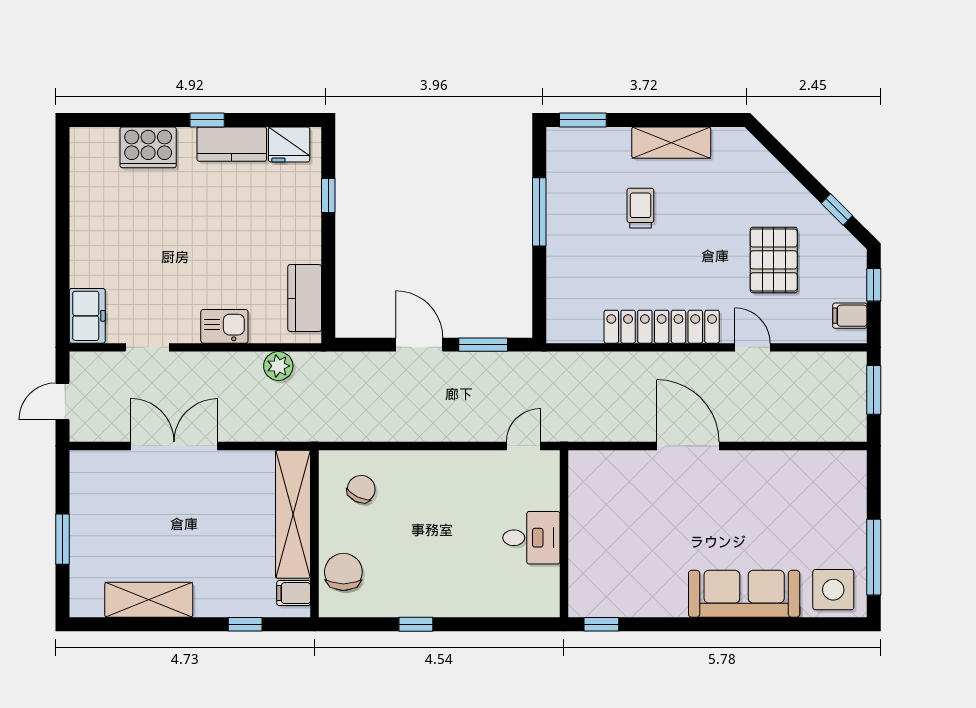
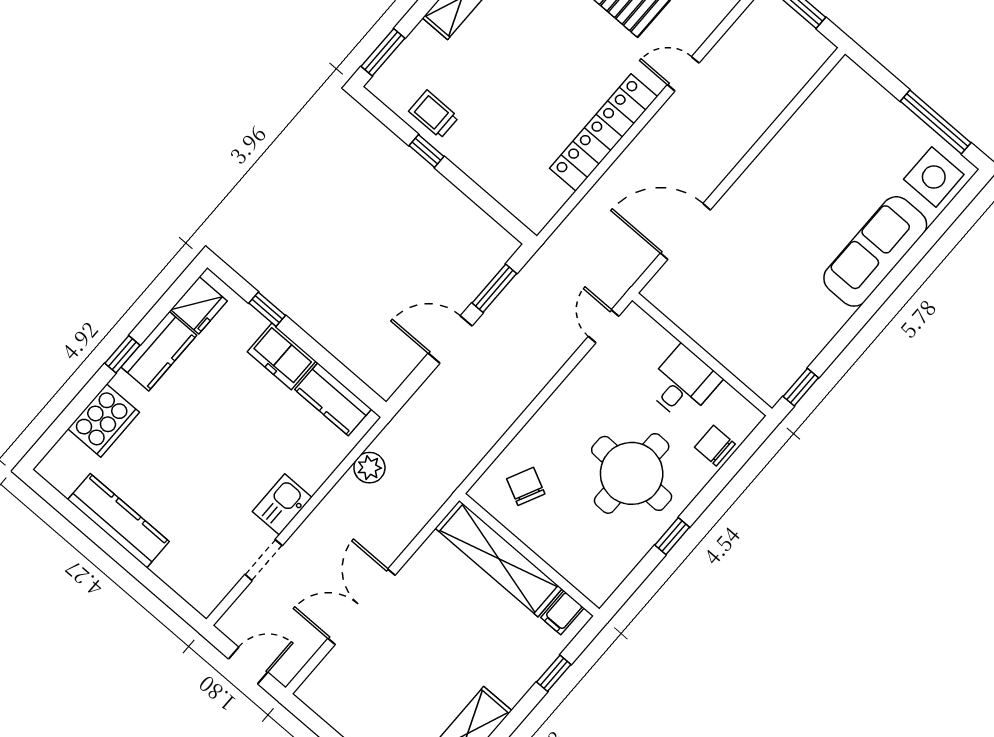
trolley: (640, 208) -> (434, 114), moved
window: (539, 212) -> (427, 151), width x0.46
kitchen counter: (86, 220) -> (118, 521), added
freezer: (87, 316) -> (282, 356), moved, turned 180
kitchen sink: (224, 326) -> (282, 504), moved
door: (62, 401) -> (248, 665), swing flipped
door: (688, 446) -> (685, 232), moved
round table: (436, 557) -> (632, 473), added
chair: (343, 572) -> (715, 446), moved, width x0.73, depth x0.73

